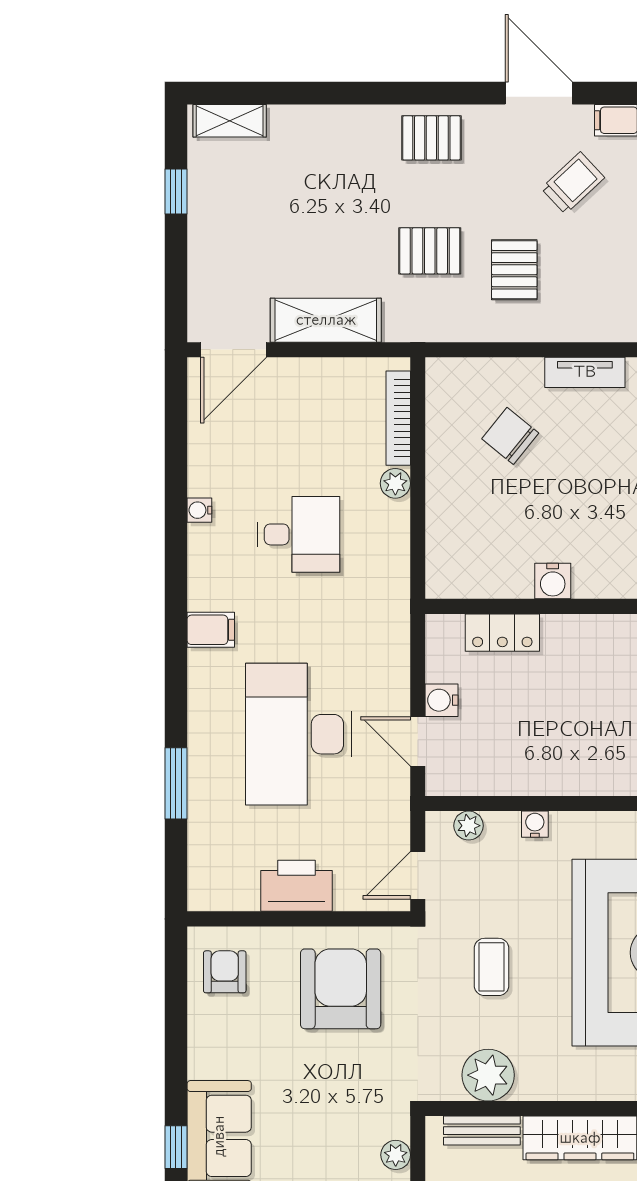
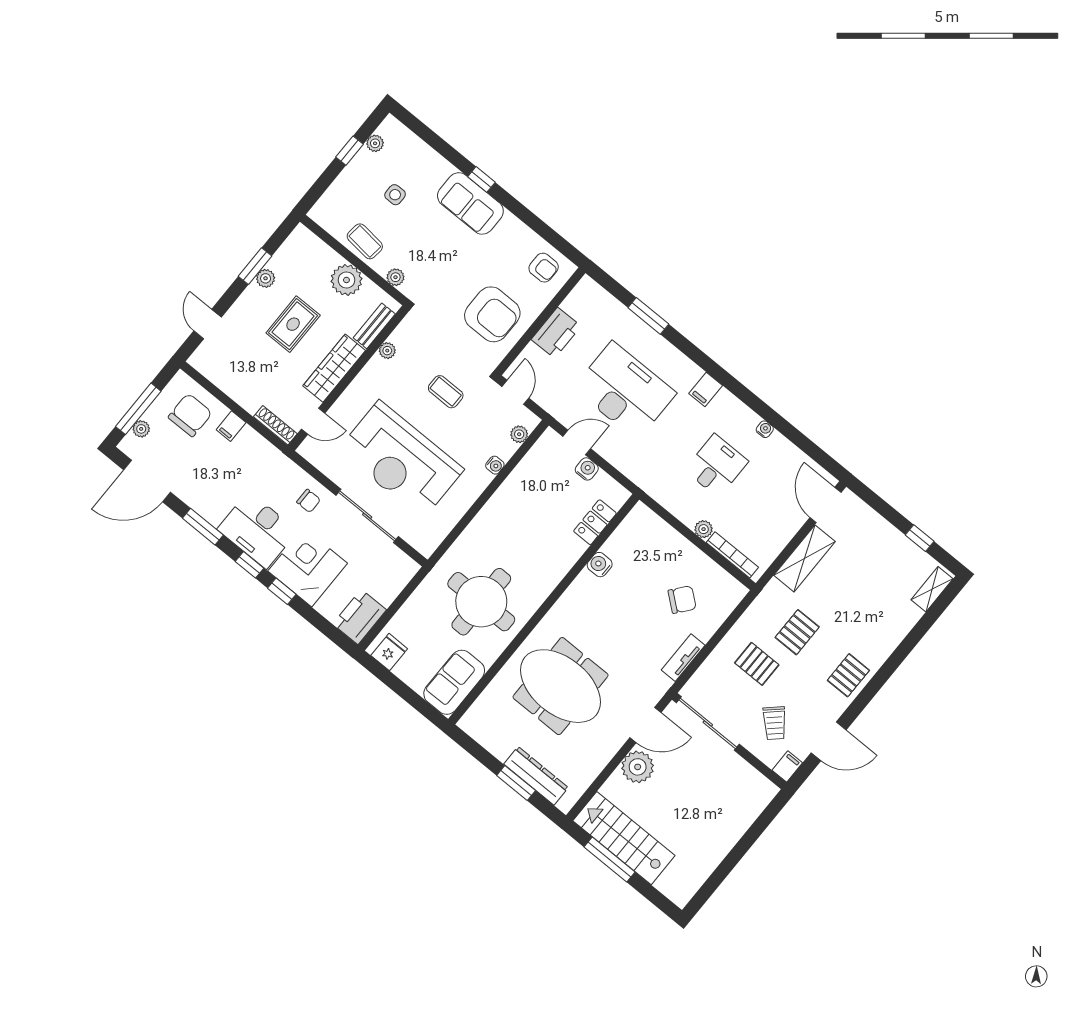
desk: (299, 534) -> (716, 466), turned 180
plant: (488, 1075) -> (387, 351), width x0.53, depth x0.53

